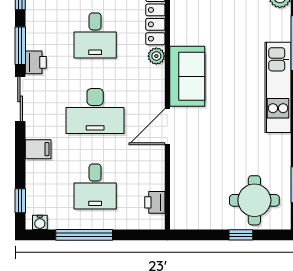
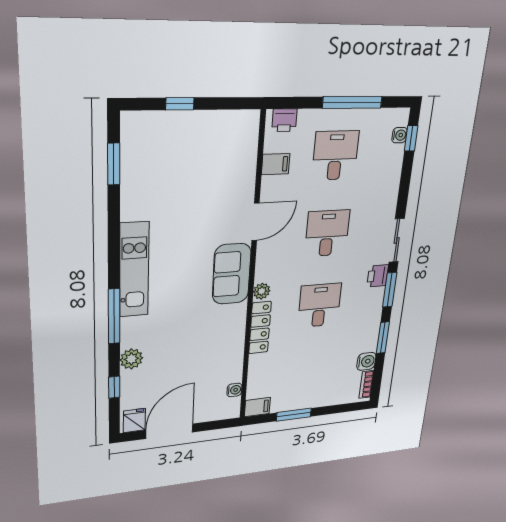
desk: (95, 111) -> (327, 233), width x0.73
filing cabinet: (38, 149) -> (276, 164), moved, turned 180
round table: (254, 200) -> (163, 145), removed
printer: (155, 202) -> (284, 120), moved, turned 90
water cooler: (40, 222) -> (400, 135), moved, turned 90

